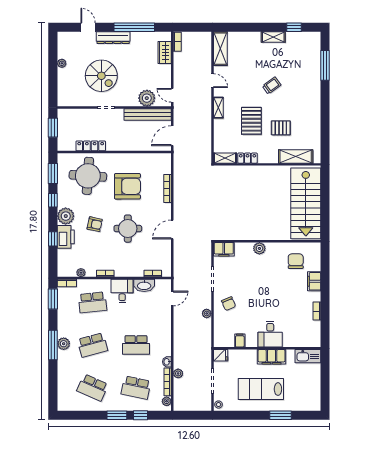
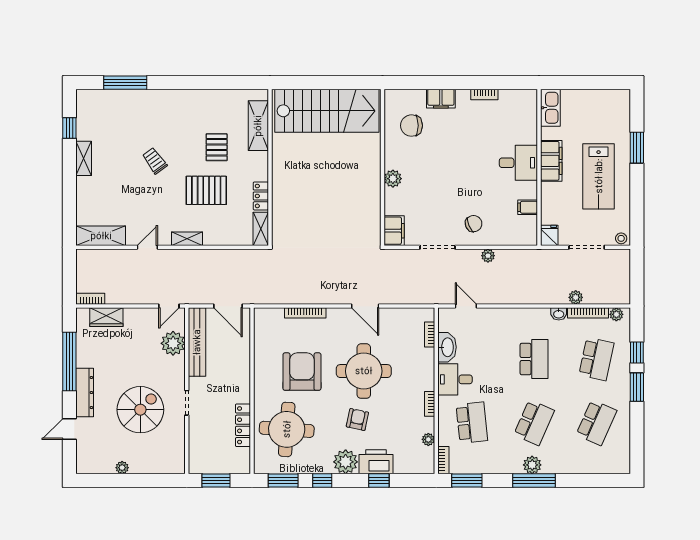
round table: (128, 229) -> (364, 371), width x1.36, depth x1.36
school desk: (93, 345) -> (534, 423), turned 39

